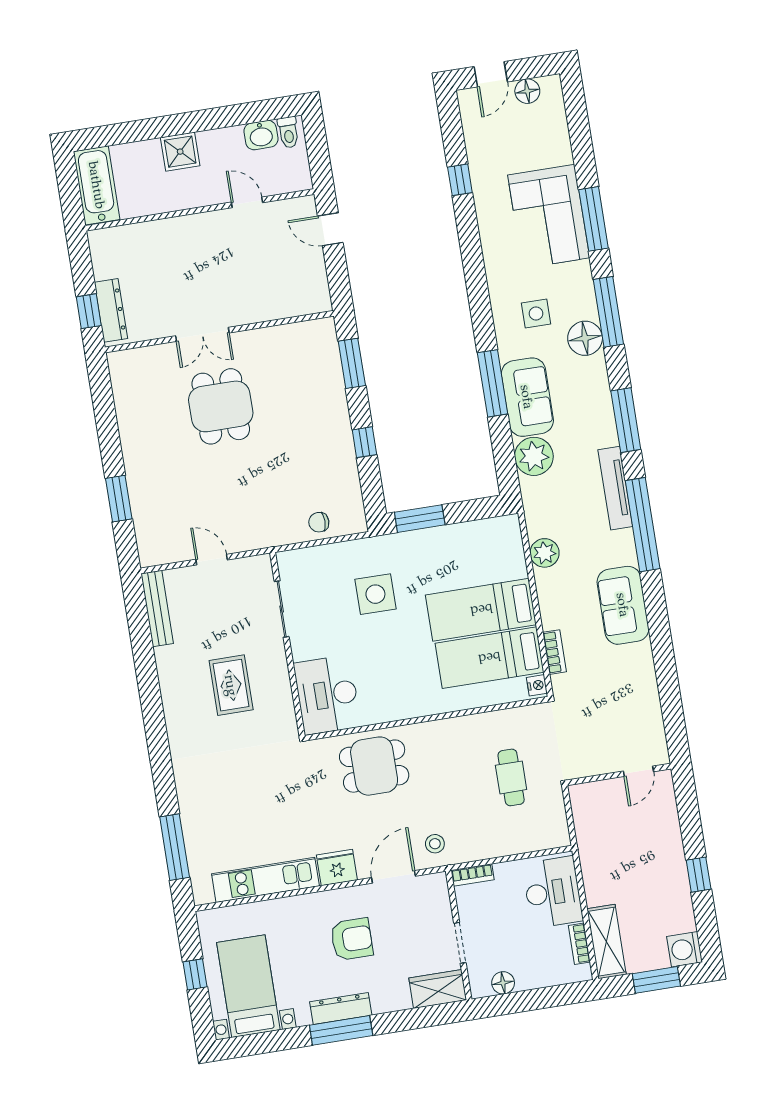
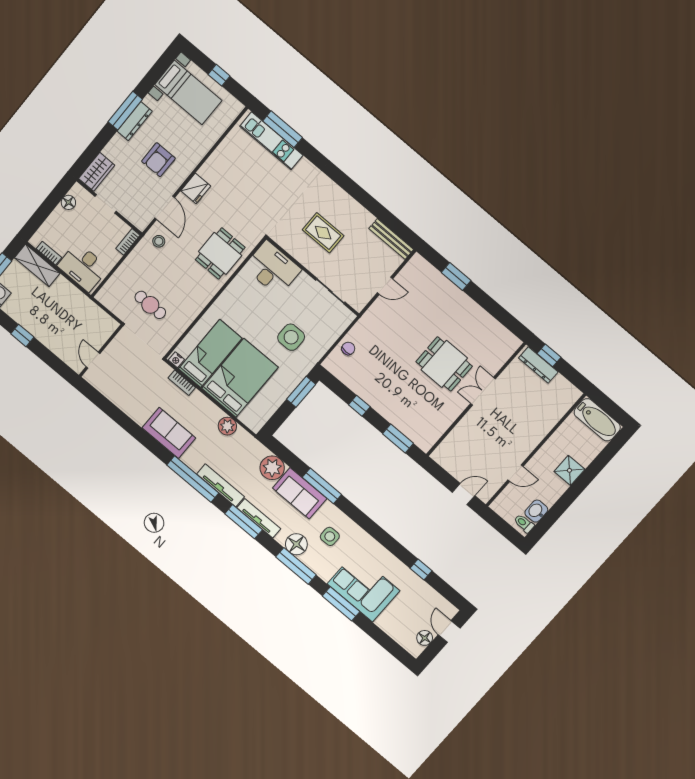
tv unit: (603, 409) -> (259, 518), added
bed: (481, 610) -> (240, 378), width x1.50
kitchen unit: (265, 880) -> (271, 141), moved, turned 90

